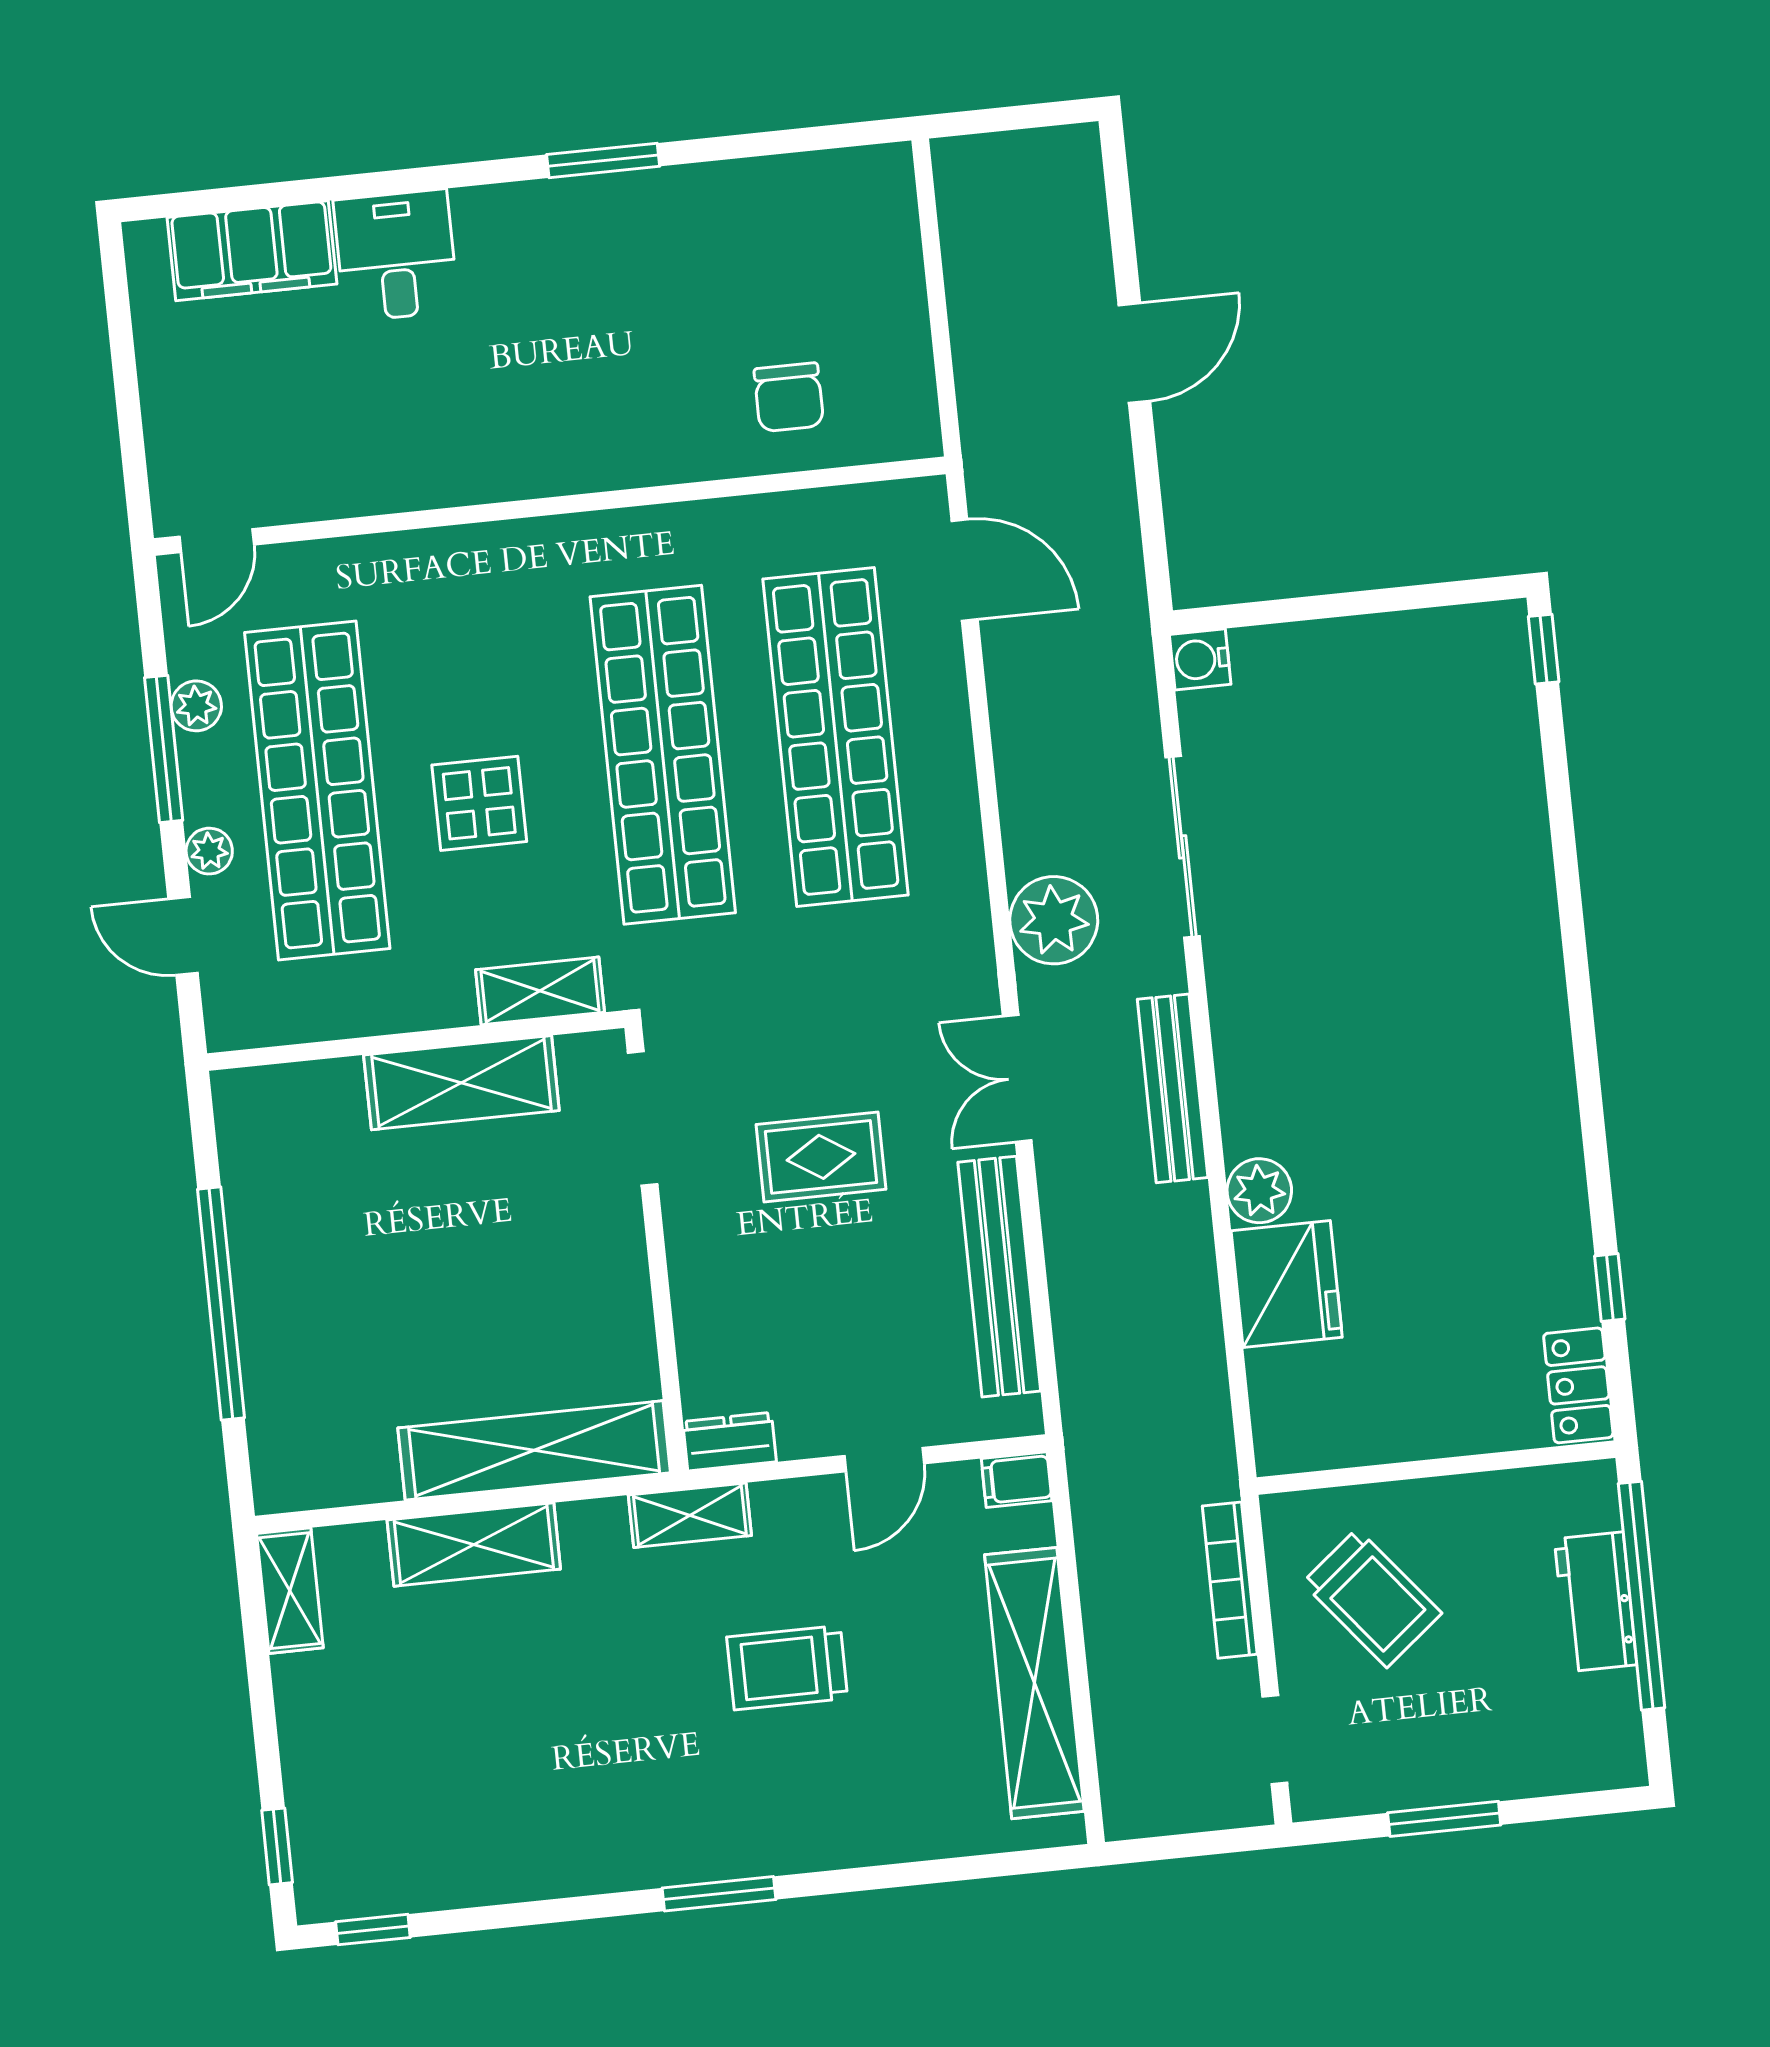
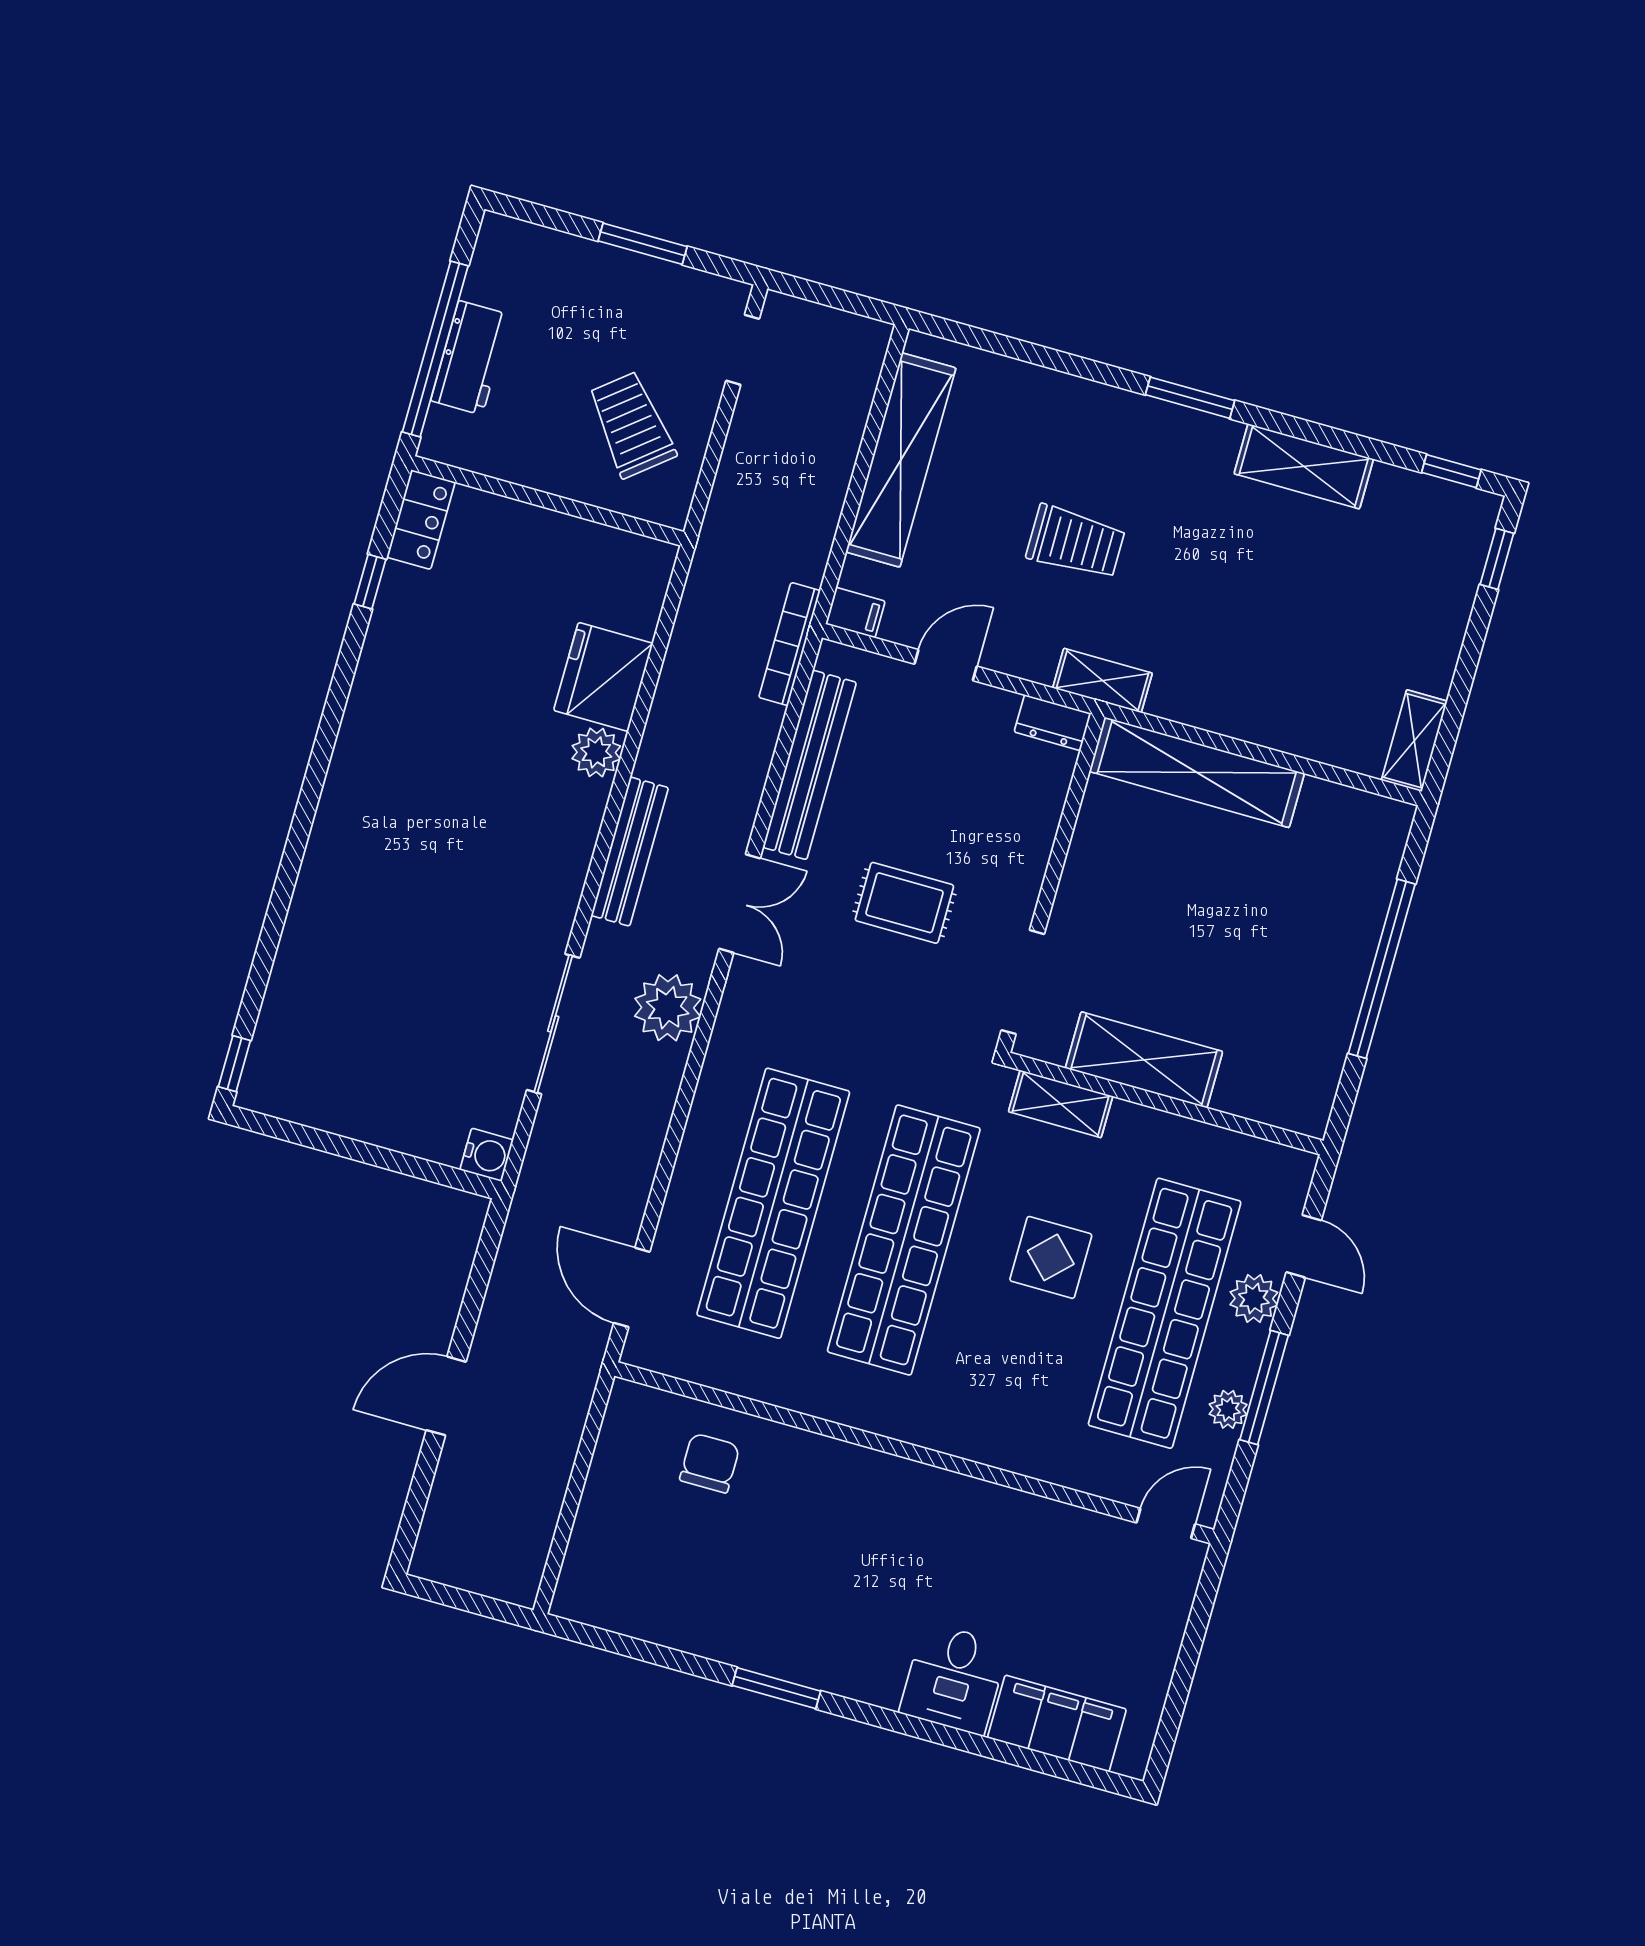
plant: (209, 851) -> (1254, 1299), width x1.38, depth x1.38
shelving: (474, 1545) -> (1304, 466), moved
bookcase: (1230, 1580) -> (790, 644), moved, turned 180

